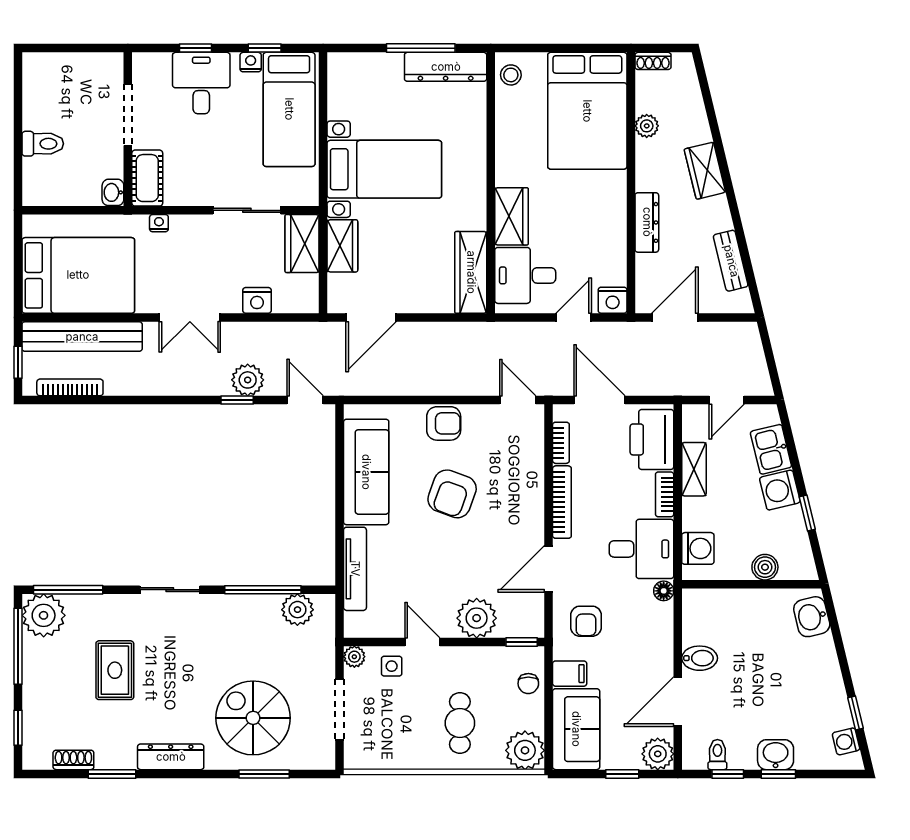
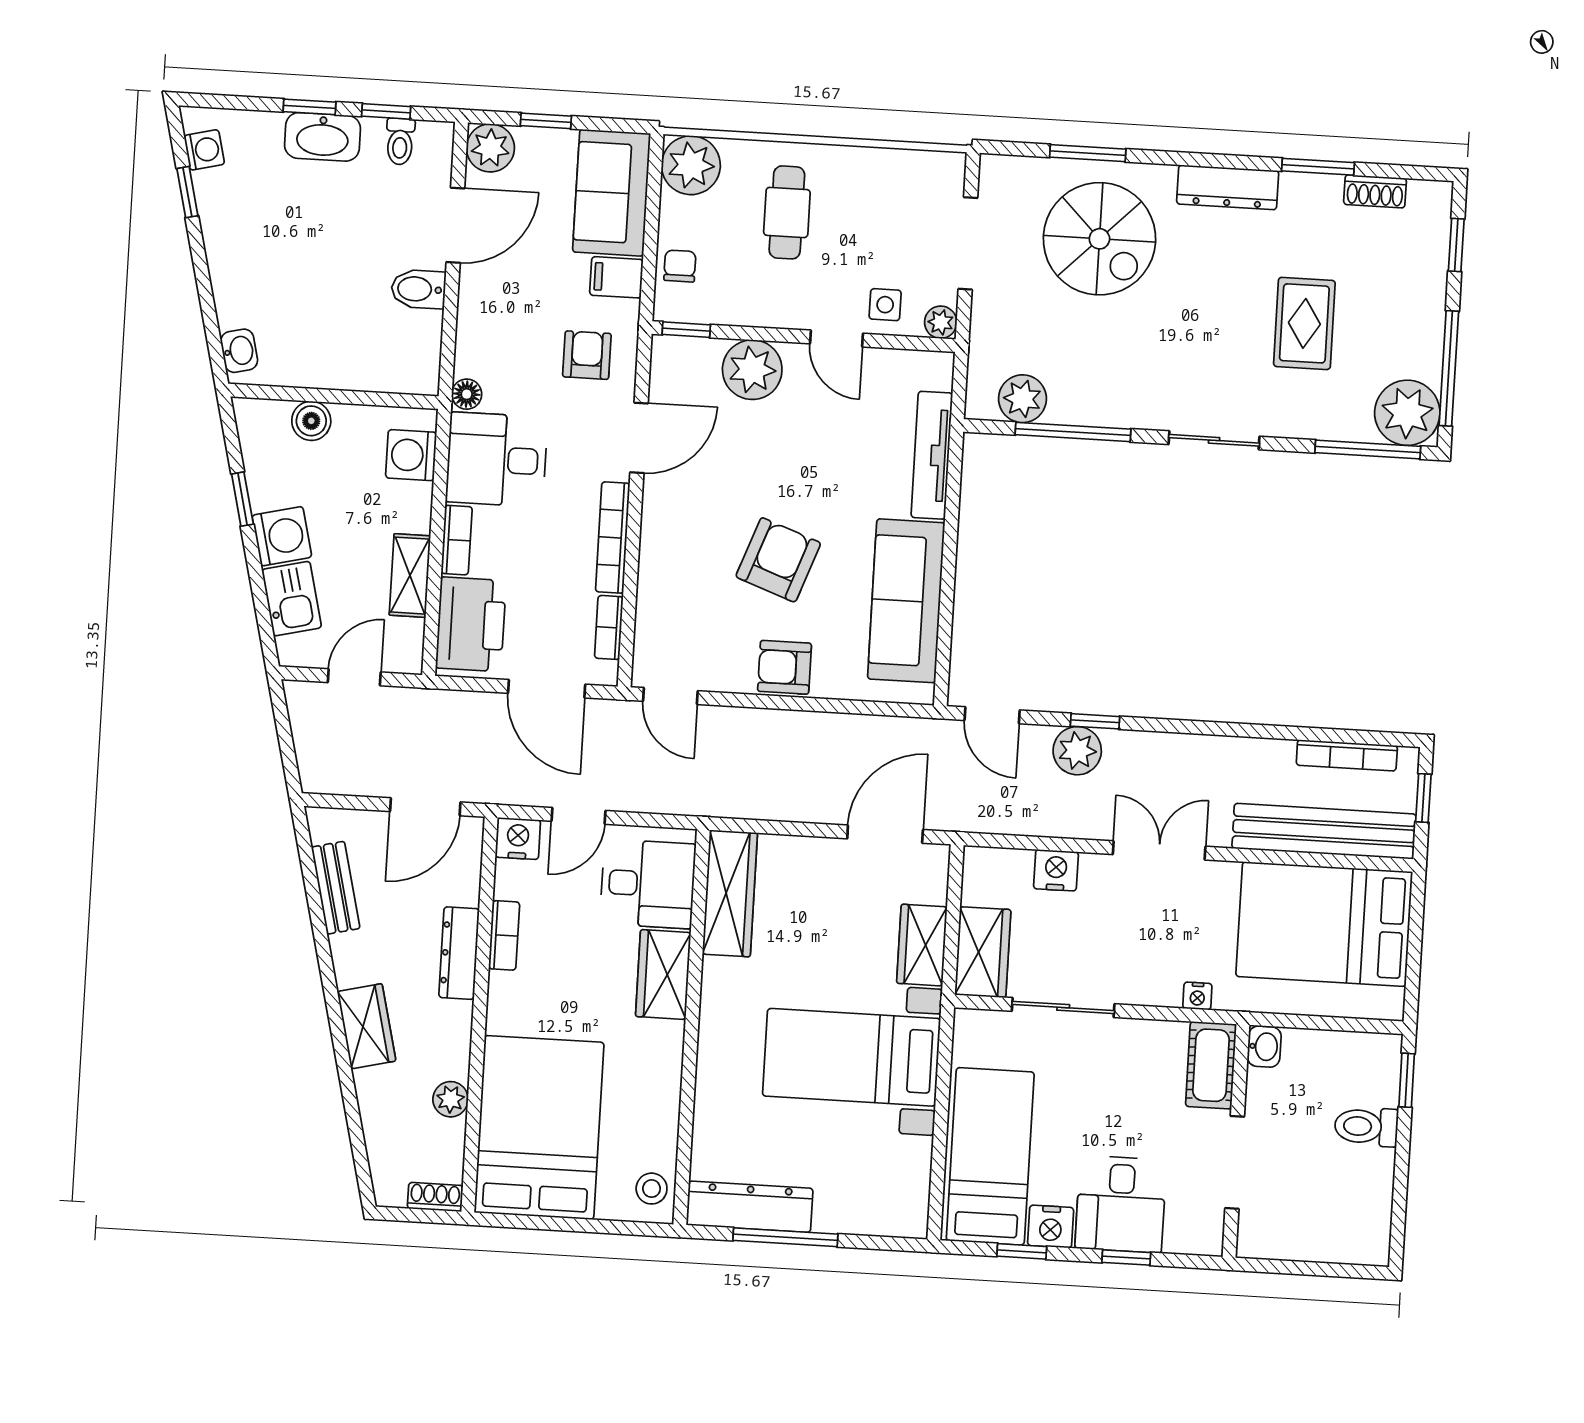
nightstand: (251, 62) -> (1051, 1227), width x1.39, depth x1.35
window: (18, 176) -> (1407, 1080), added
bookcase: (618, 236) -> (504, 935), added
washbasin: (812, 617) -> (239, 351), width x0.72, depth x0.69
washbasin: (776, 755) -> (322, 137), width x1.38

